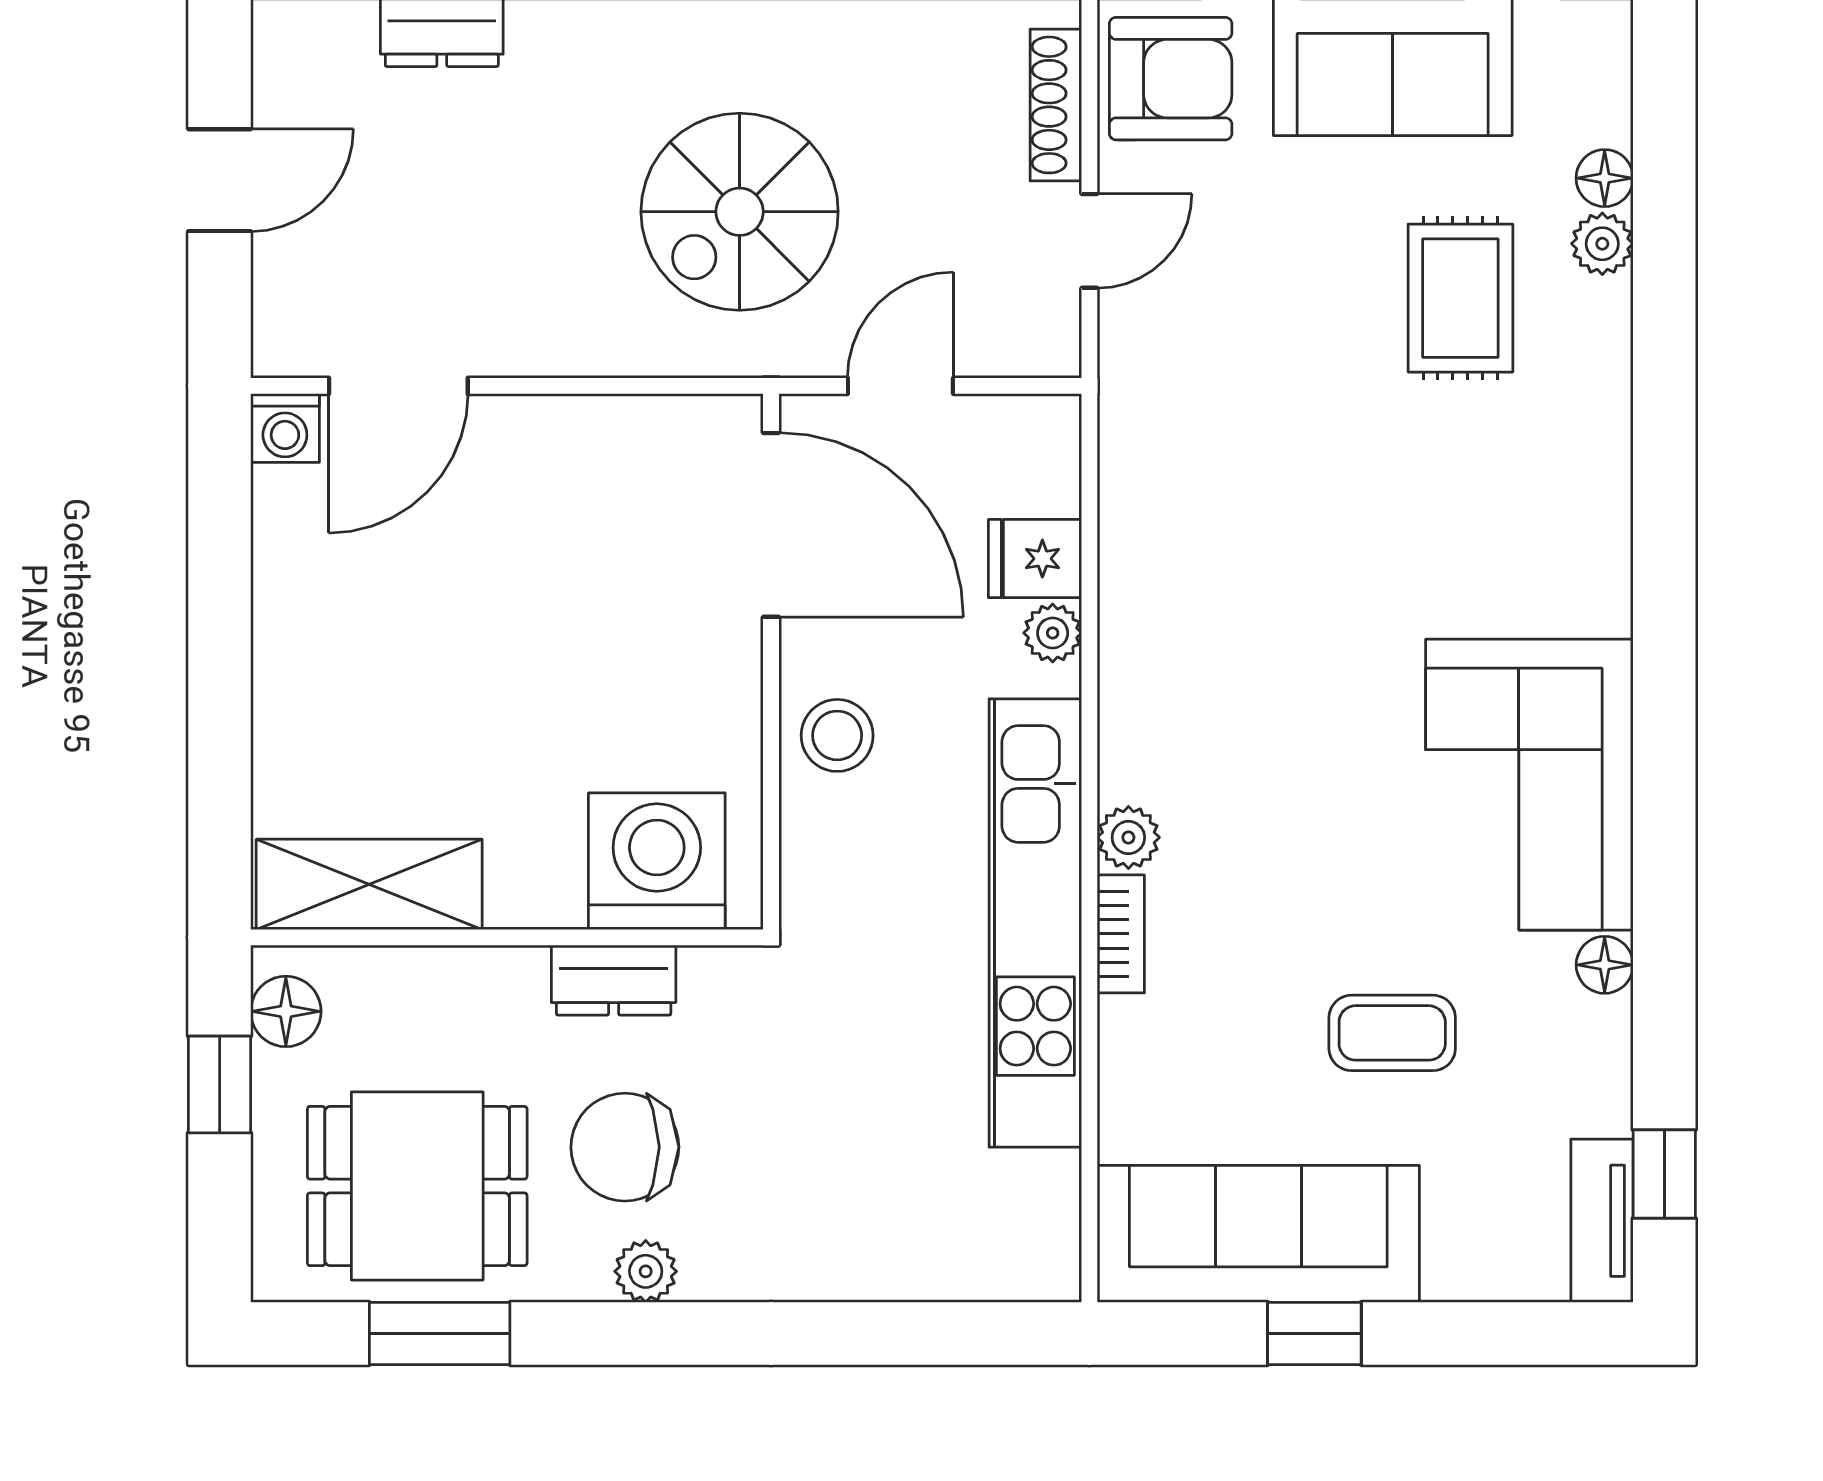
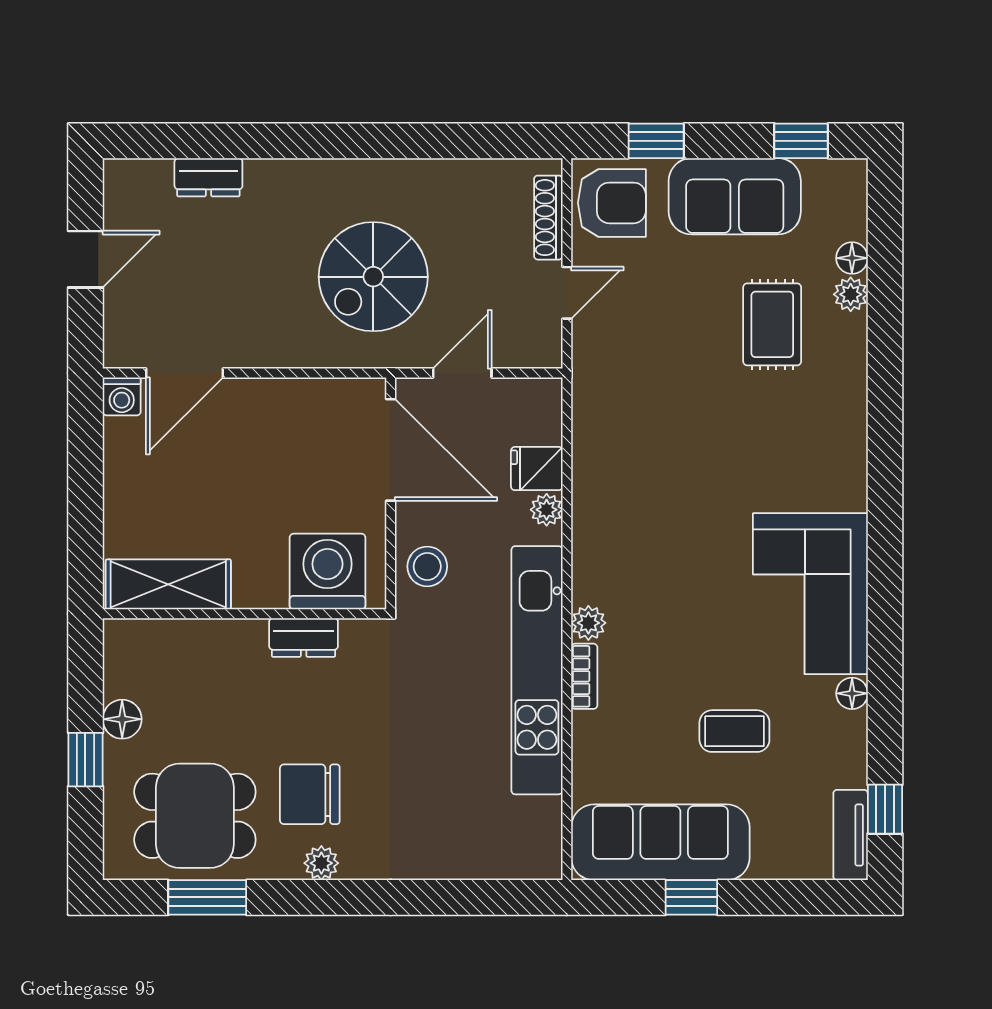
washing machine: (657, 861) -> (327, 572), moved
shelving: (369, 884) -> (168, 584), moved
wall: (507, 937) -> (245, 614), moved
dresser: (614, 980) -> (304, 637), moved

